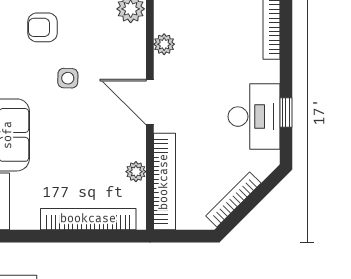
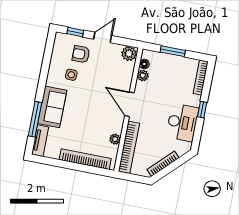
floor lamp: (163, 22) -> (144, 64), added
side table: (68, 78) -> (71, 75), moved
window: (286, 113) -> (202, 110), moved

